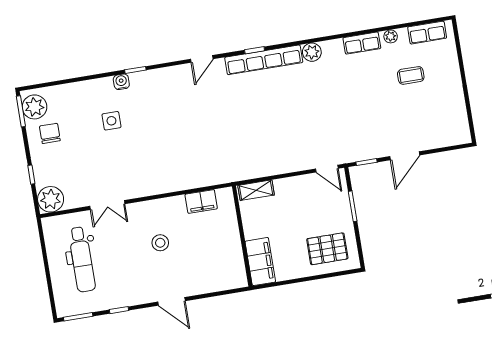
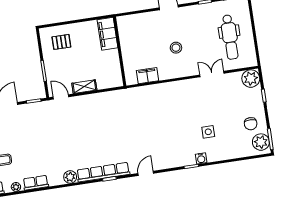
shelving: (256, 190) -> (84, 87), moved
pallet: (327, 249) -> (61, 42), width x0.67, depth x0.71
dental chair: (82, 259) -> (230, 37), turned 180

